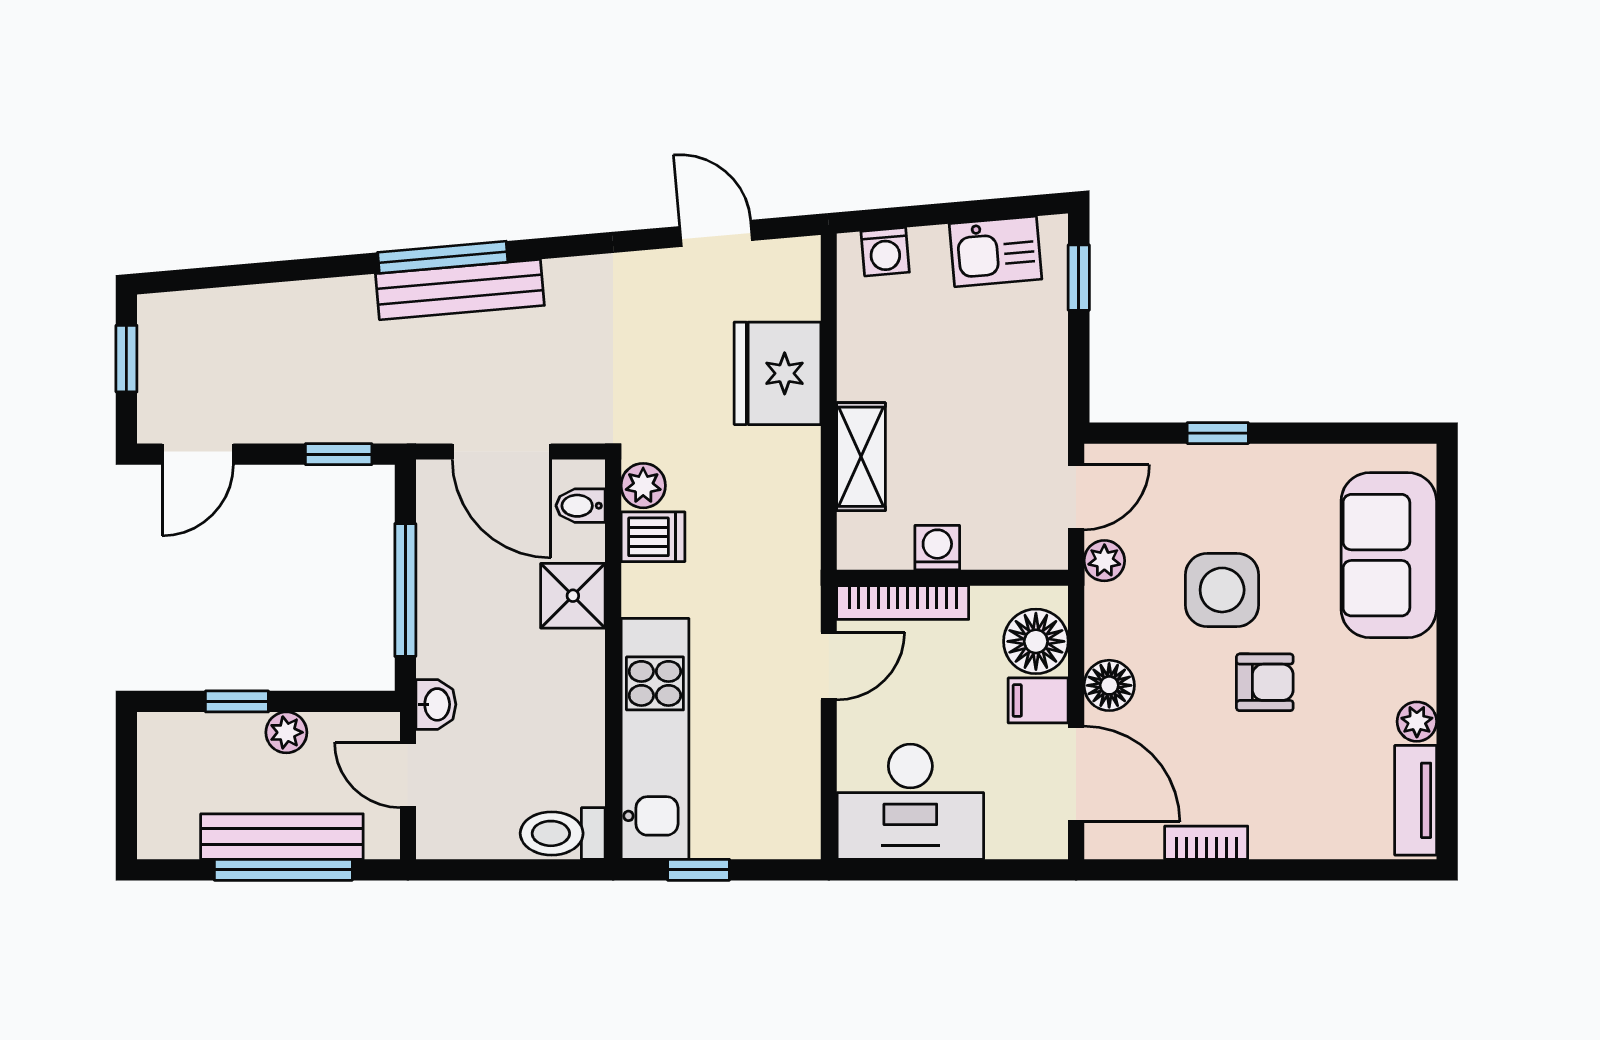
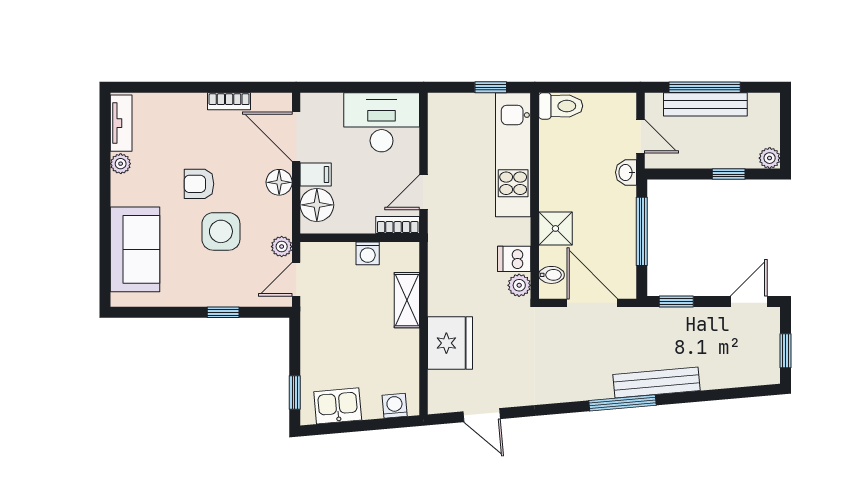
bench: (460, 290) -> (657, 383), moved
bookcase: (903, 603) -> (398, 225), width x0.64
plant: (286, 732) -> (770, 158), moved

